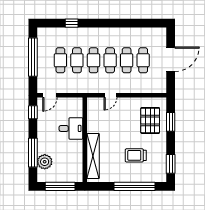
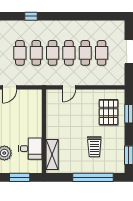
desk: (71, 128) -> (30, 149), moved
trolley: (136, 155) -> (94, 147), turned -90
shelving: (93, 156) -> (52, 154), width x0.68
window: (60, 186) -> (20, 177), width x0.69

